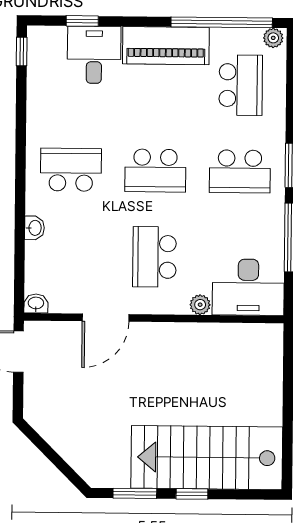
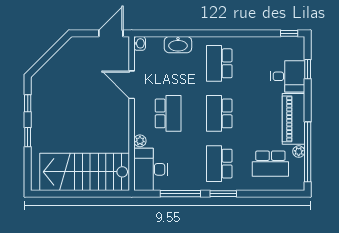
plant: (273, 38) -> (299, 152), moved
school desk: (71, 170) -> (219, 63), turned 180
washbasin: (34, 228) -> (178, 45), width x1.91, depth x1.45
school desk: (154, 257) -> (168, 113), turned 90
stairs: (207, 458) -> (85, 172), moved, turned -90
window: (135, 493) -> (28, 103), width x0.67

